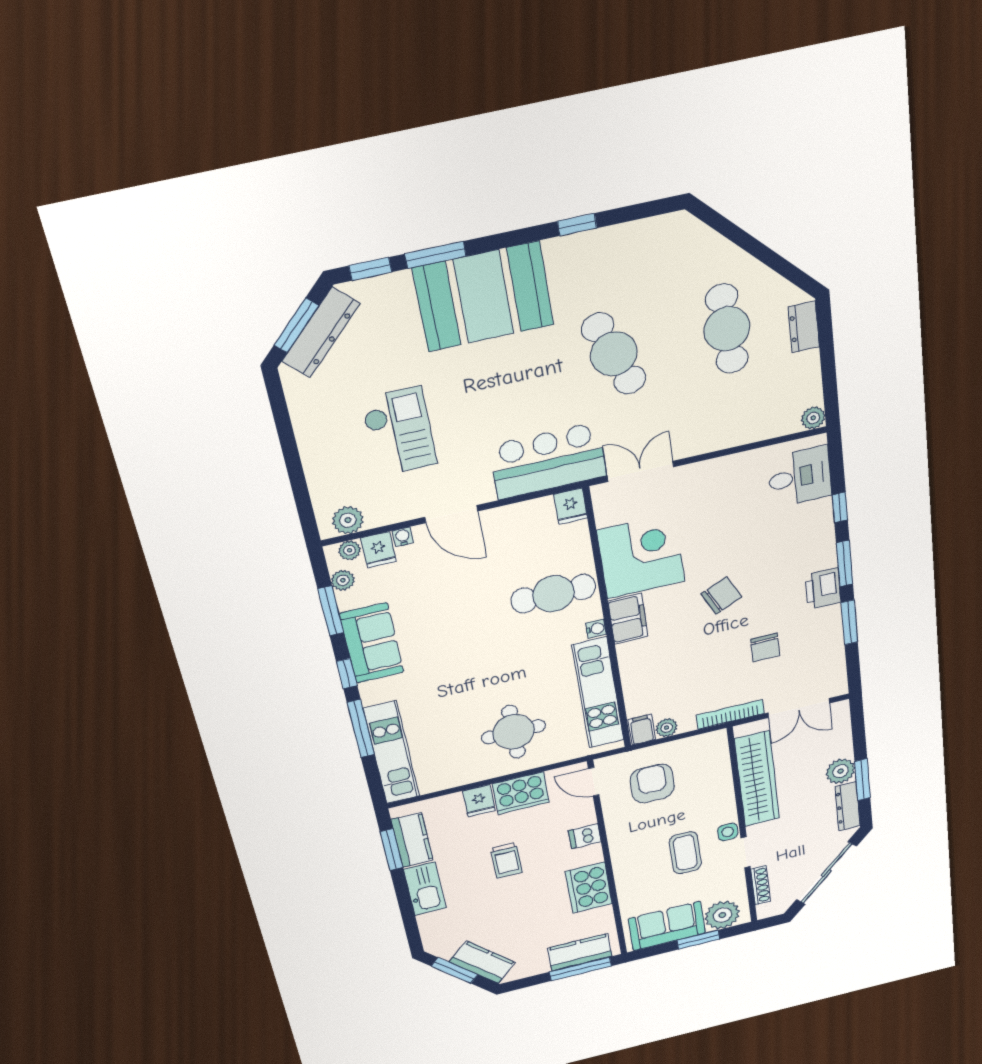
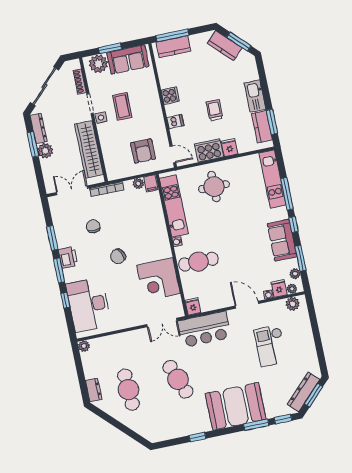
desk: (800, 477) -> (89, 305), width x1.87, depth x1.30
filing cabinet: (628, 619) -> (162, 246), removed
cooker: (589, 888) -> (170, 96), width x0.53, depth x0.76

